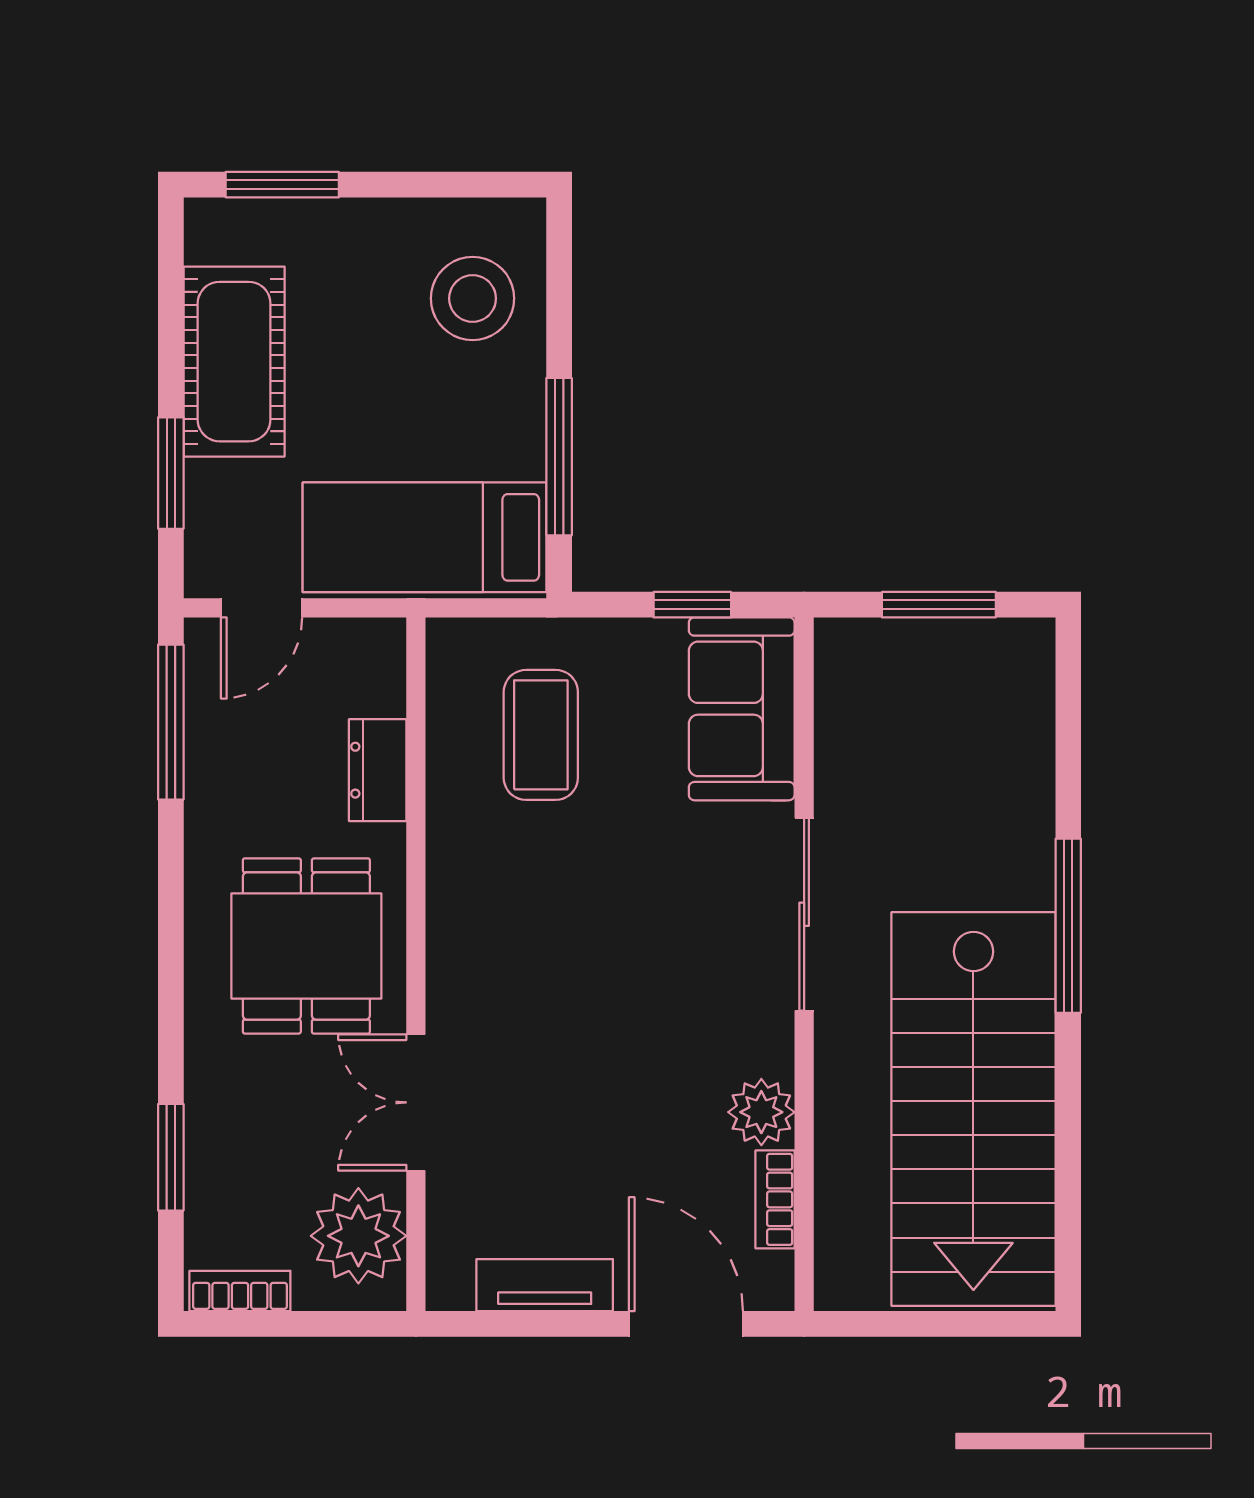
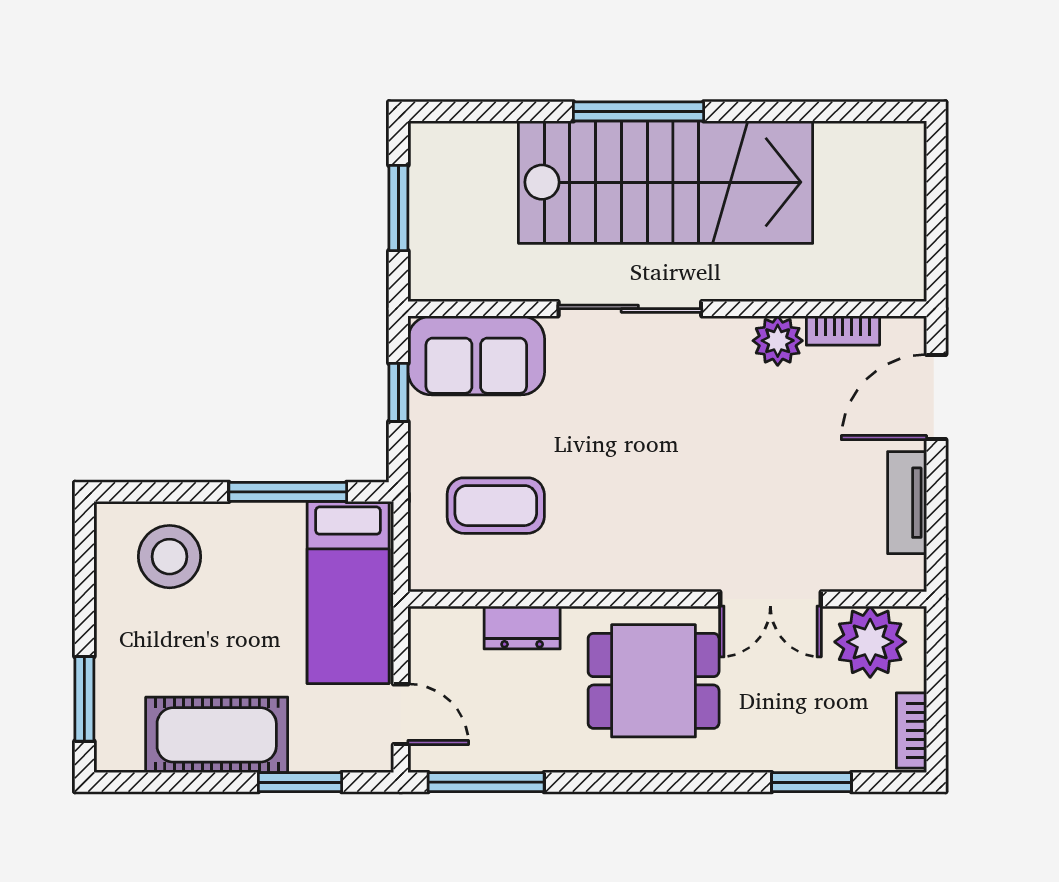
stairs: (973, 1109) -> (666, 182), moved

